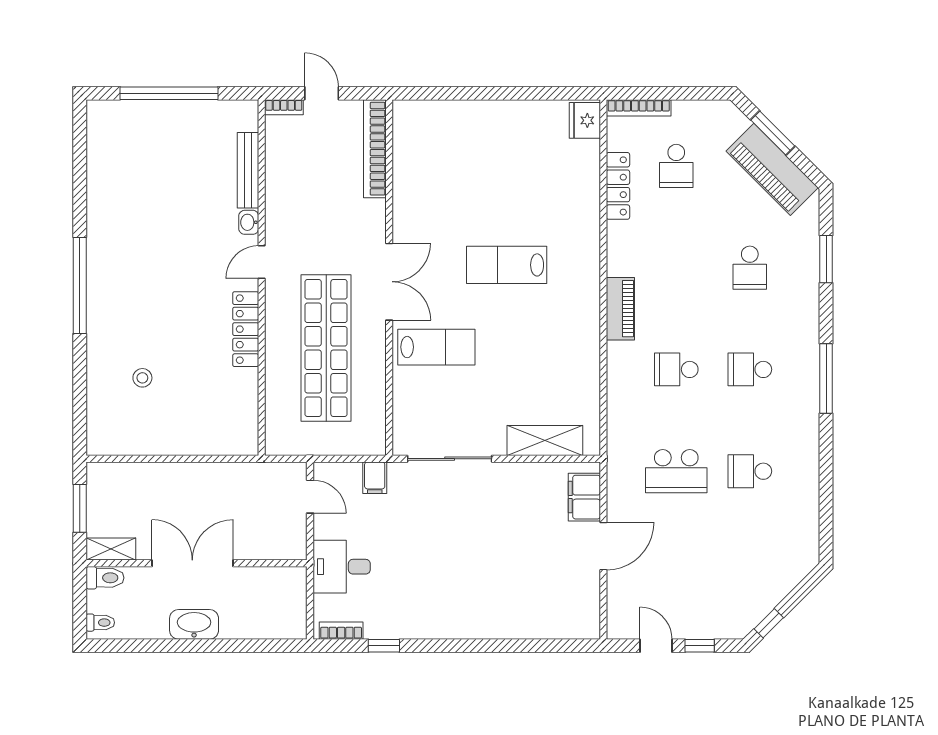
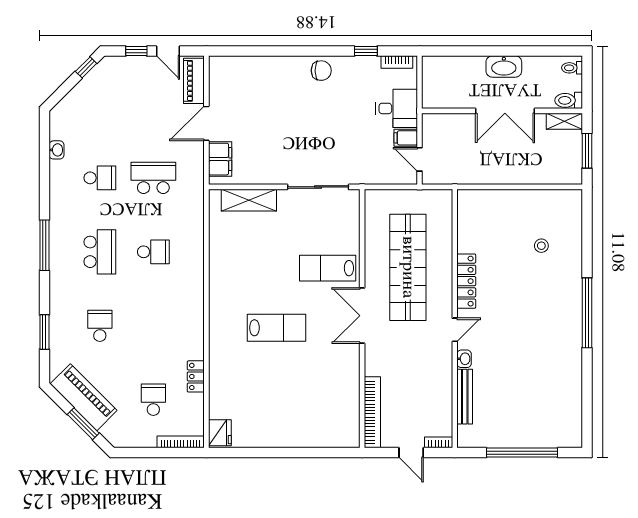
locker: (618, 186) -> (196, 376), width x0.66
piano: (620, 309) -> (194, 81), moved
school desk: (750, 369) -> (100, 252), width x1.85
filing cabinet: (375, 478) -> (406, 138), moved, turned -90
washbasin: (809, 510) -> (57, 150), added
chair: (445, 619) -> (321, 71), added

